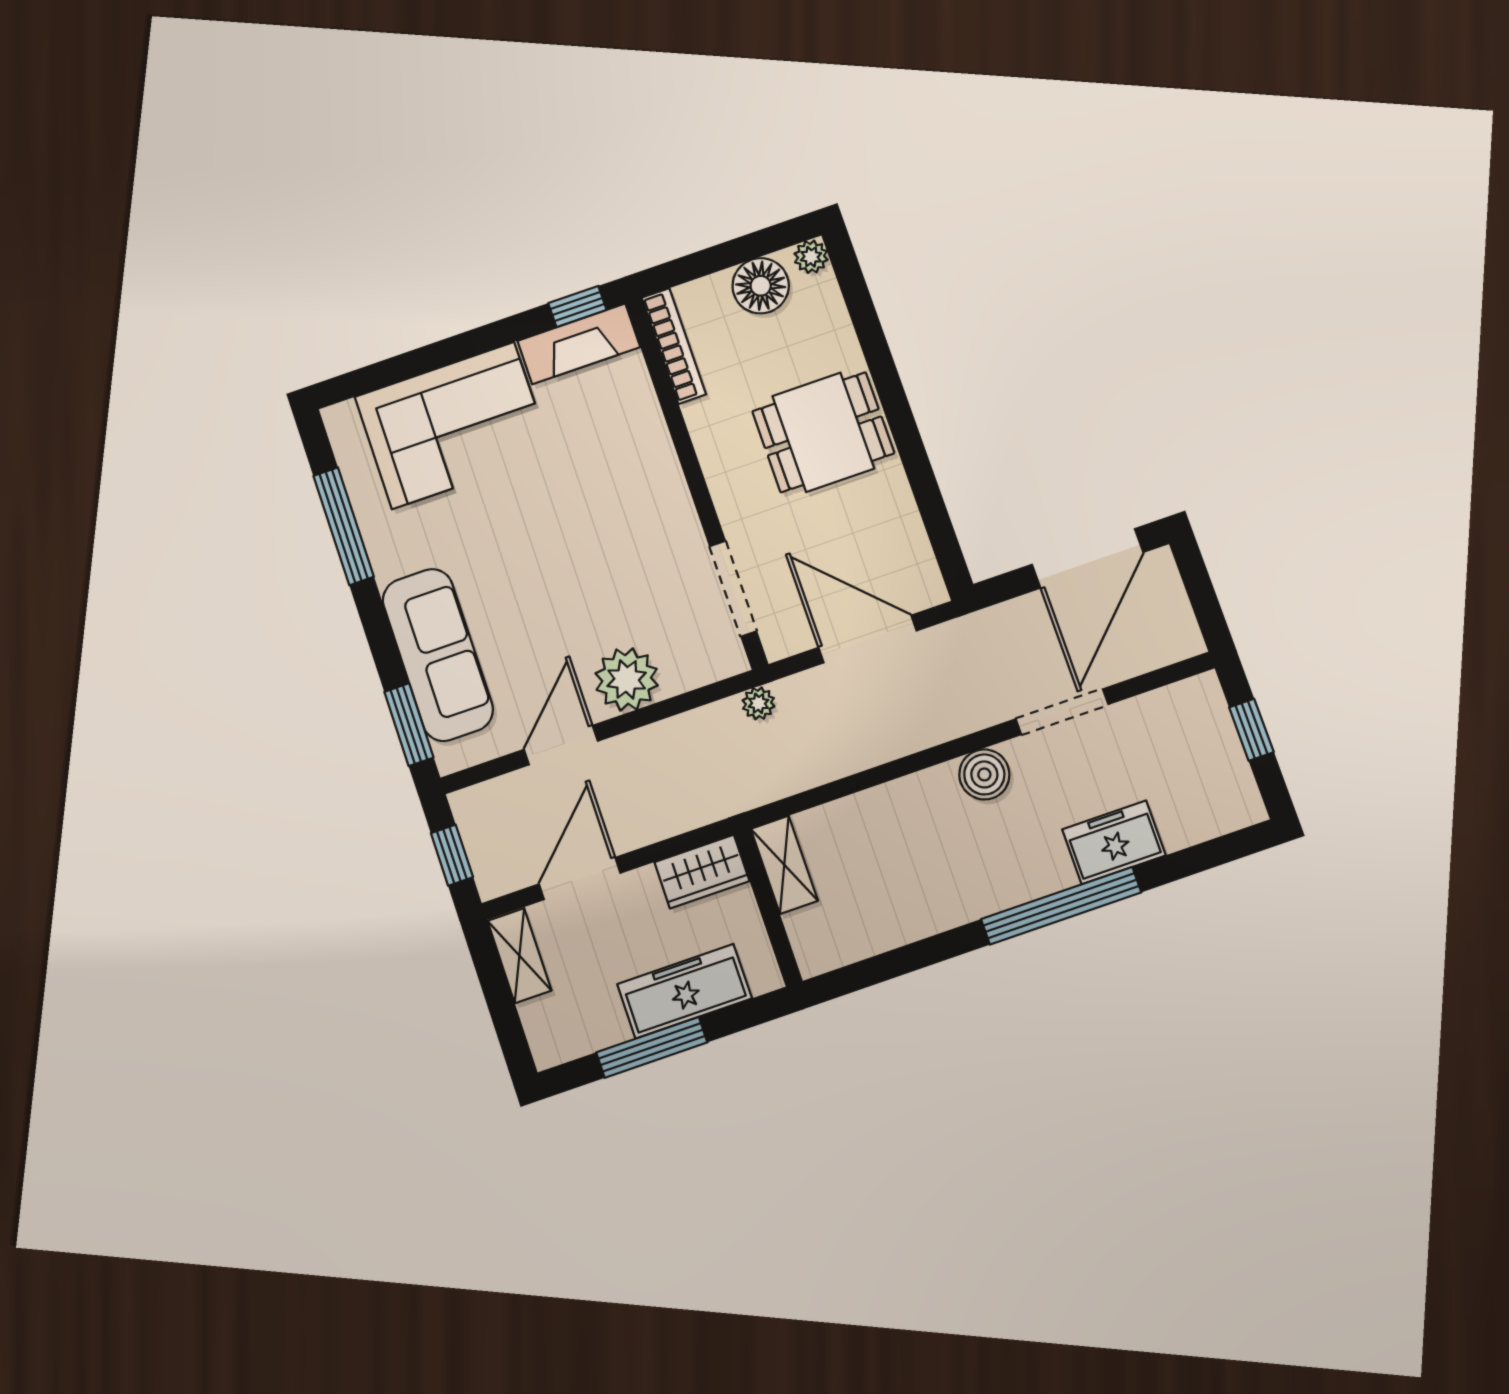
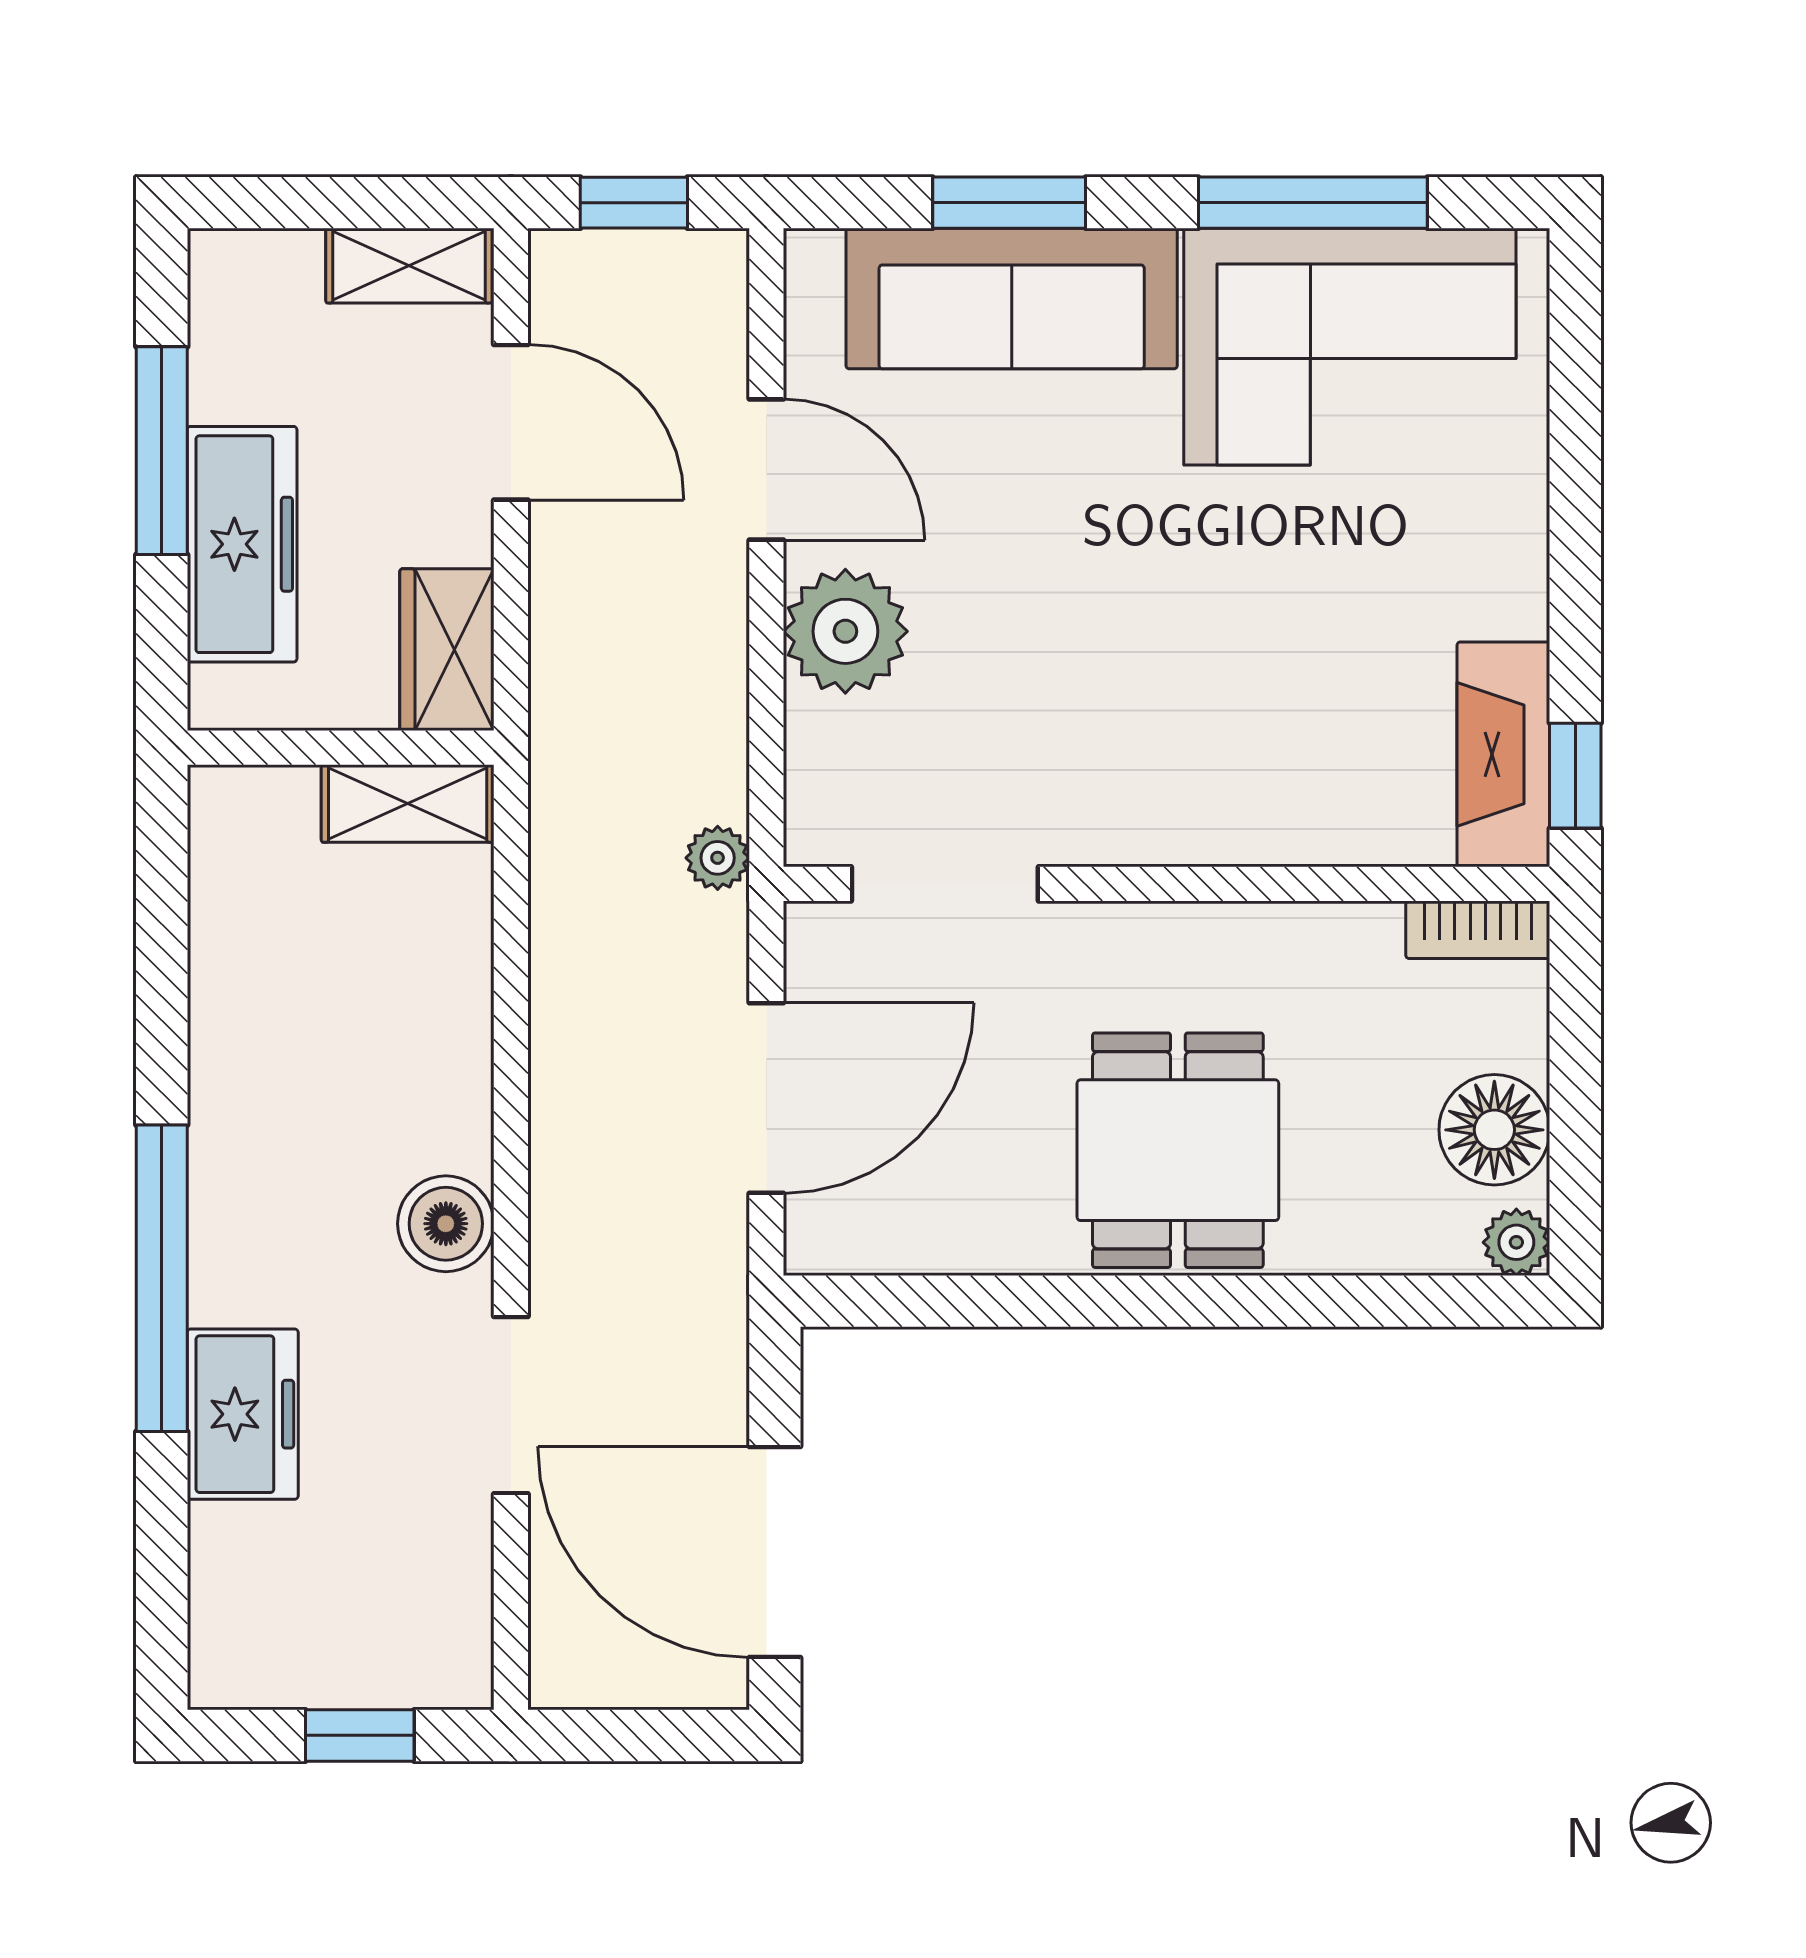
bookcase: (674, 346) -> (1478, 930), width x0.64
corner sofa: (453, 425) -> (1350, 347), moved, turned -90
window: (409, 725) -> (1009, 203), moved

